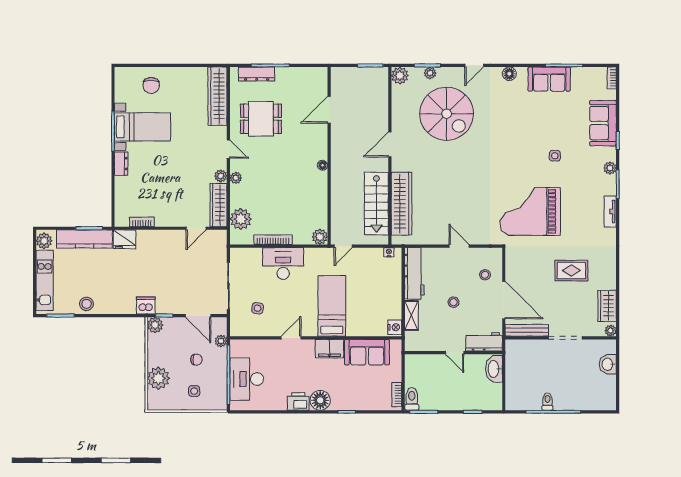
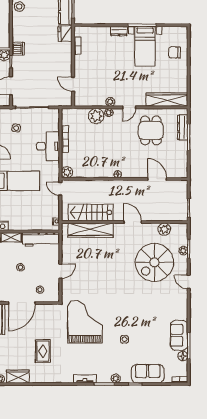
floor lamp: (509, 74) -> (183, 356), moved
plant: (400, 76) -> (164, 229), moved
wardrobe: (219, 205) -> (89, 100), removed
plant: (241, 219) -> (96, 116), moved

